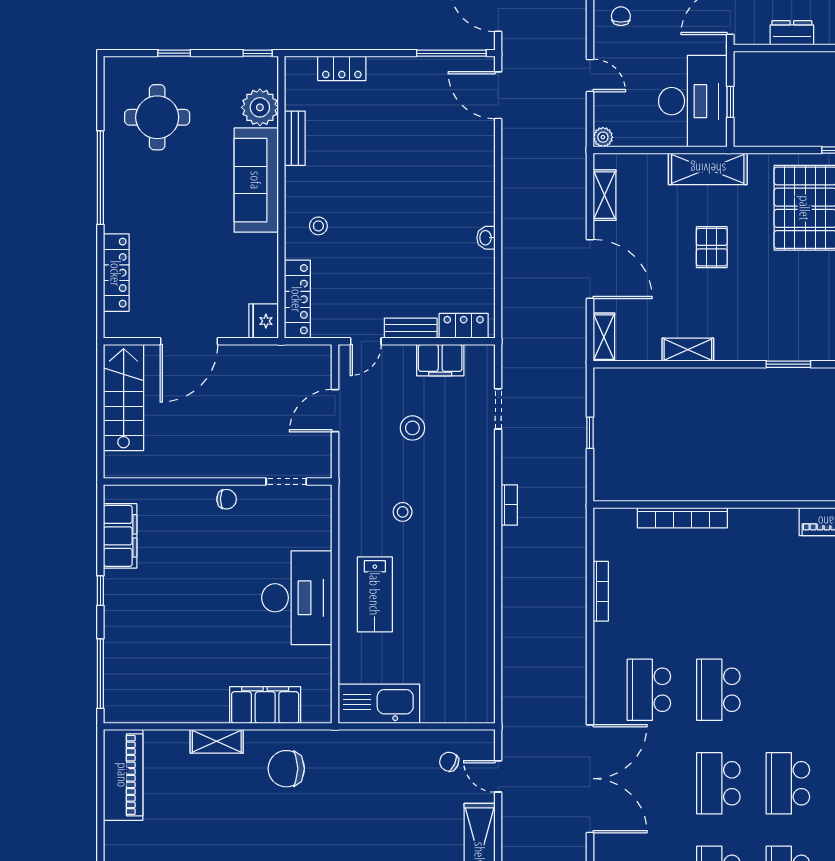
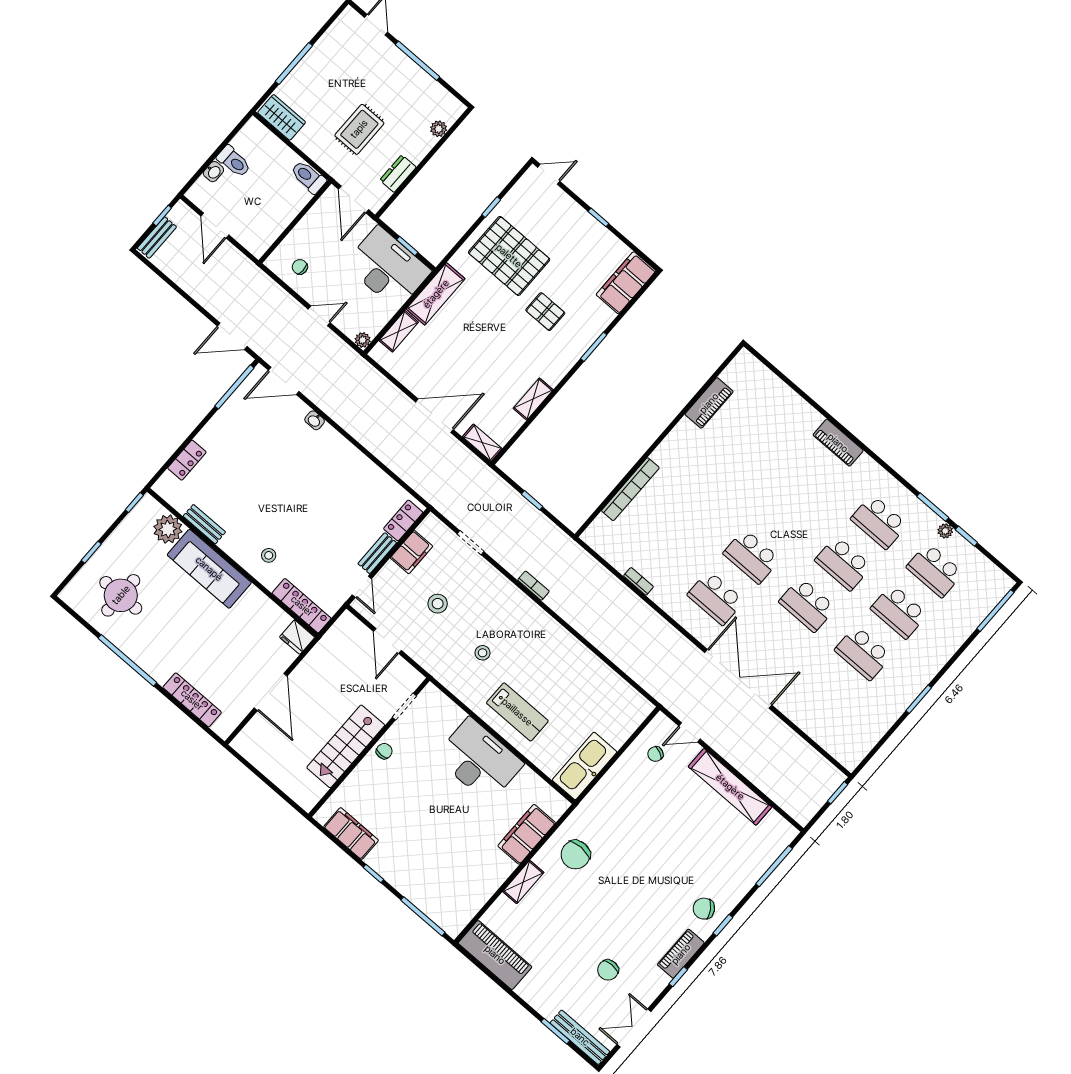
shelving: (604, 195) -> (399, 331), moved, turned 90
washbasin: (486, 238) -> (315, 420), moved
pallet: (712, 247) -> (545, 312), moved
stairs: (124, 398) -> (346, 746), moved, turned -90
bookcase: (601, 591) -> (639, 581), width x0.64

